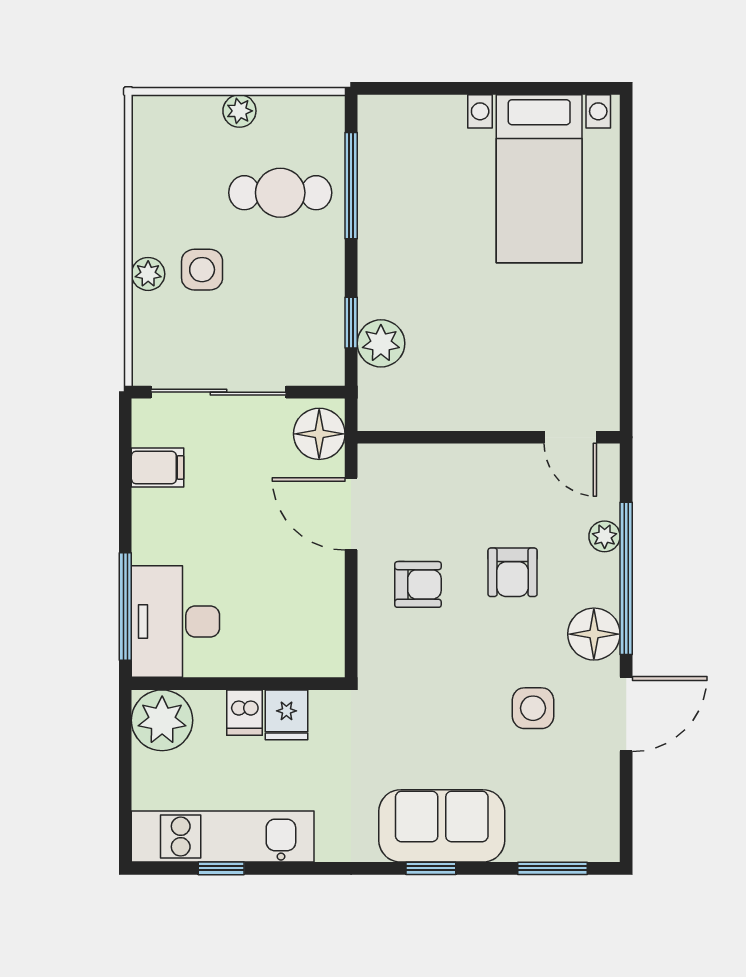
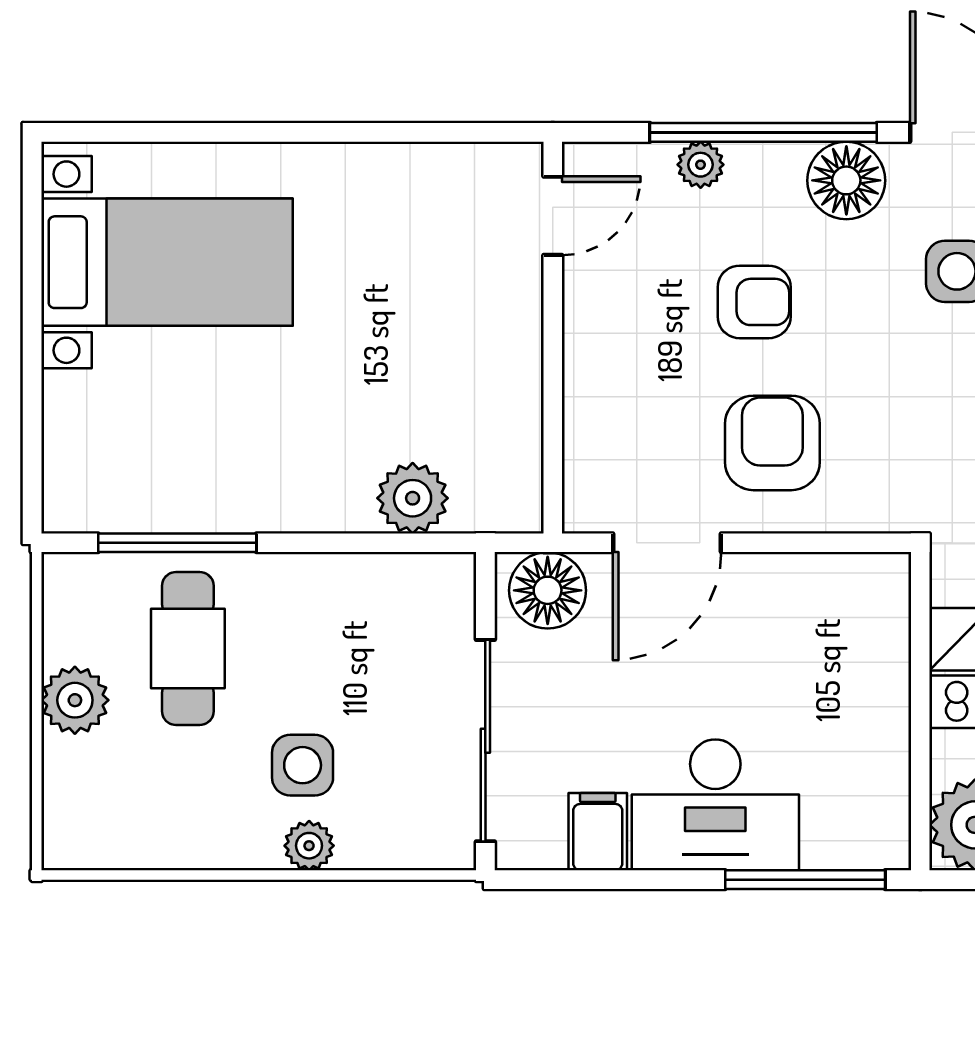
plant: (239, 111) -> (75, 700), width x1.38, depth x1.38
window: (351, 323) -> (382, 543), removed
armchair: (418, 584) -> (772, 443), width x1.38, depth x1.38
desk: (175, 622) -> (715, 805), moved

